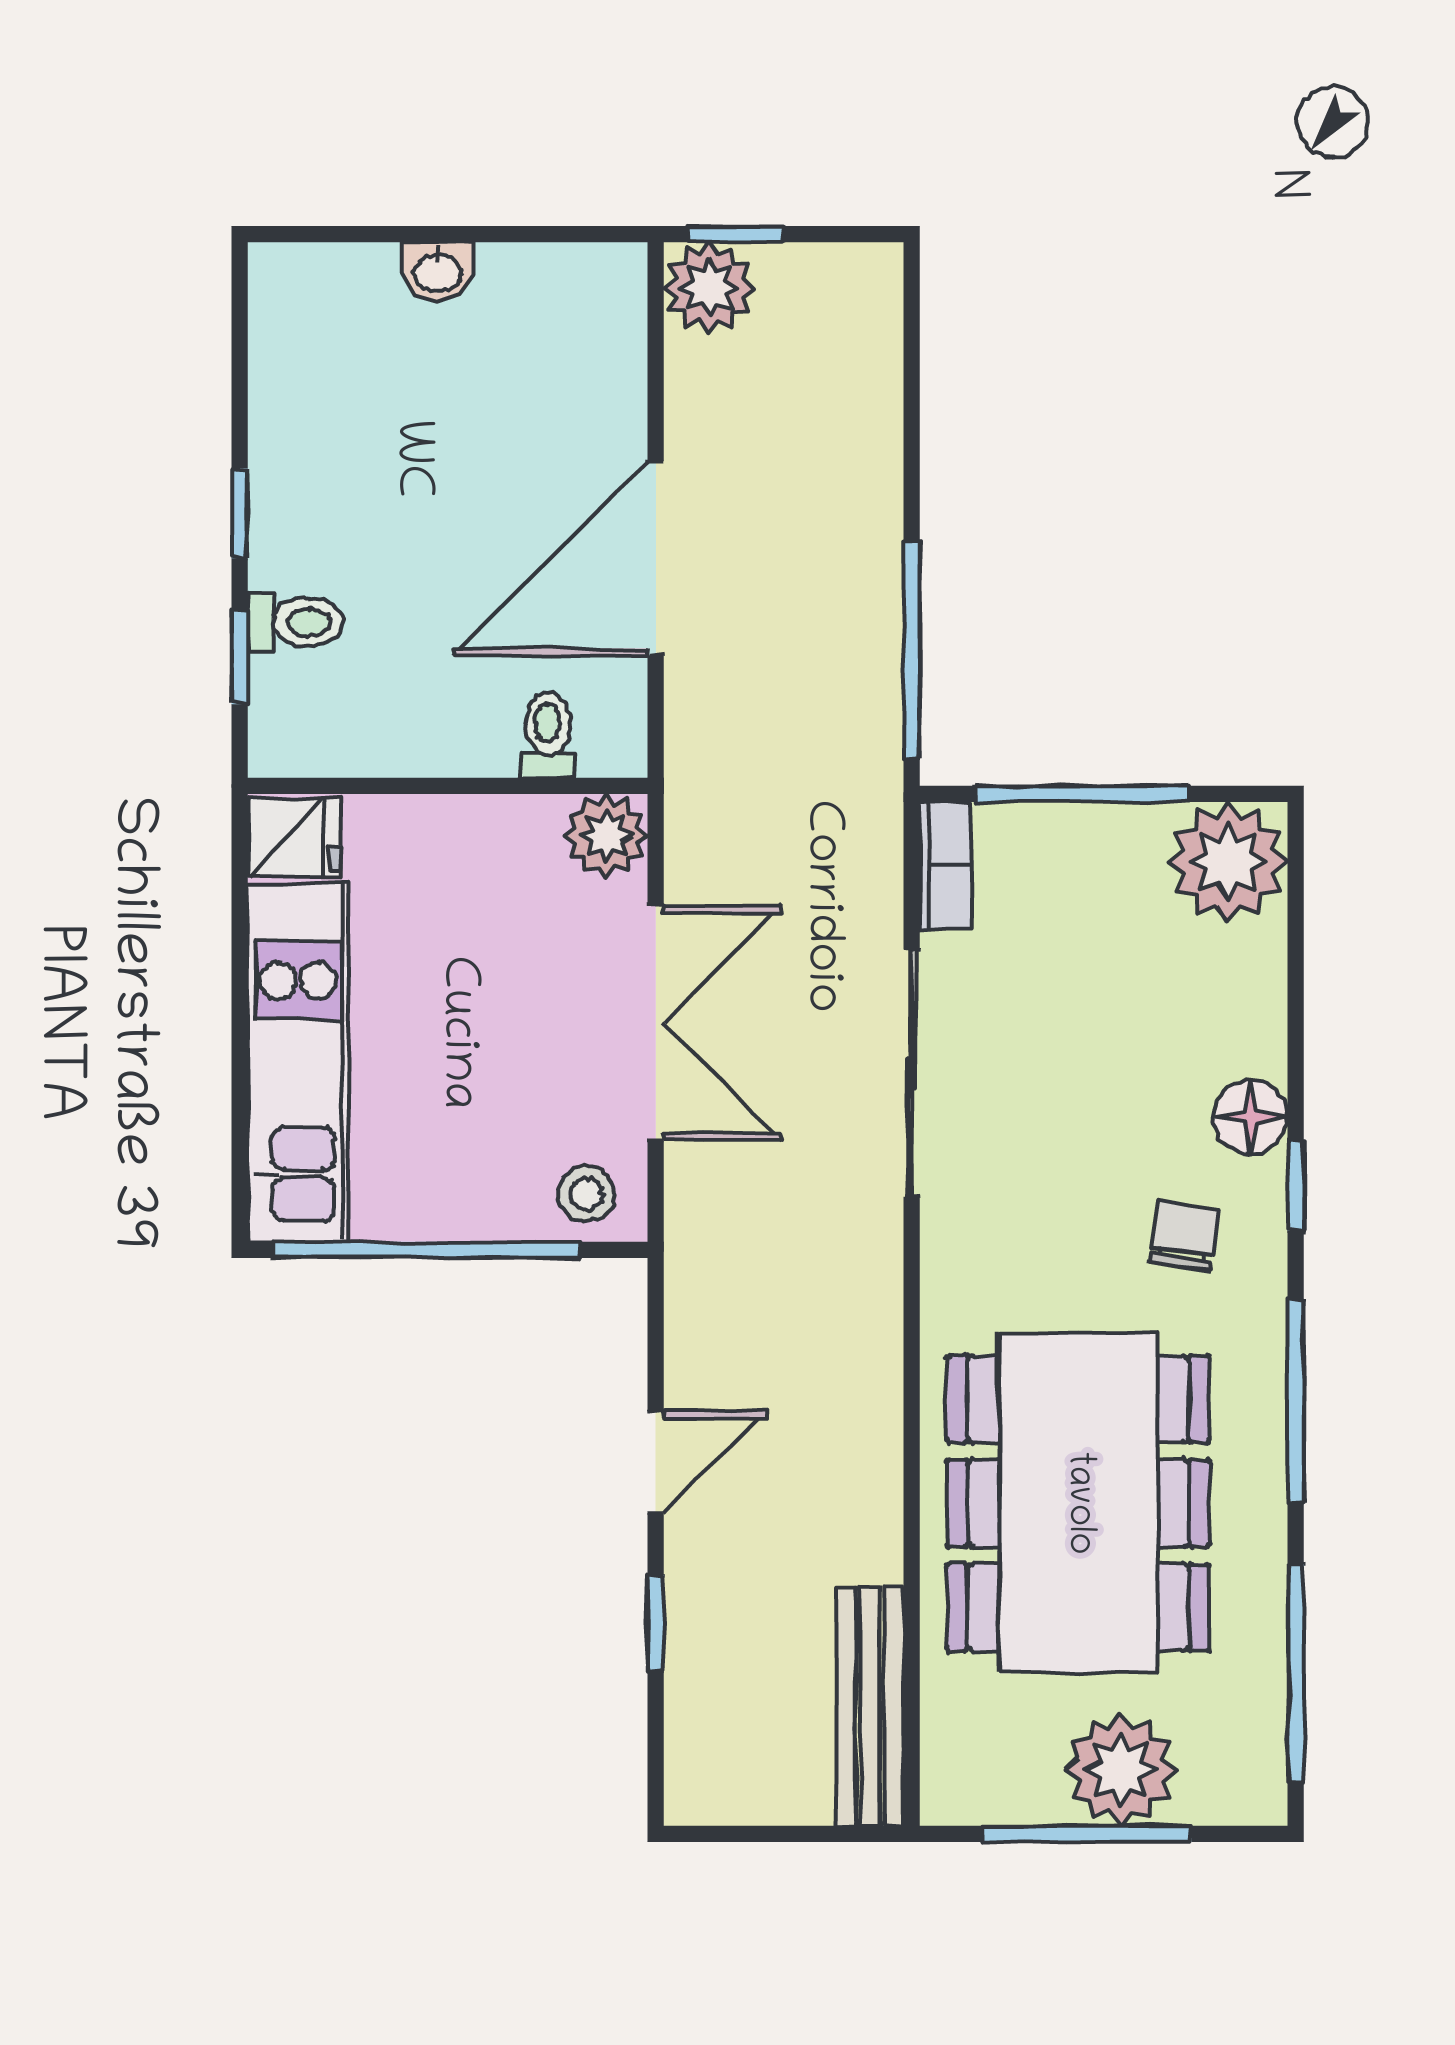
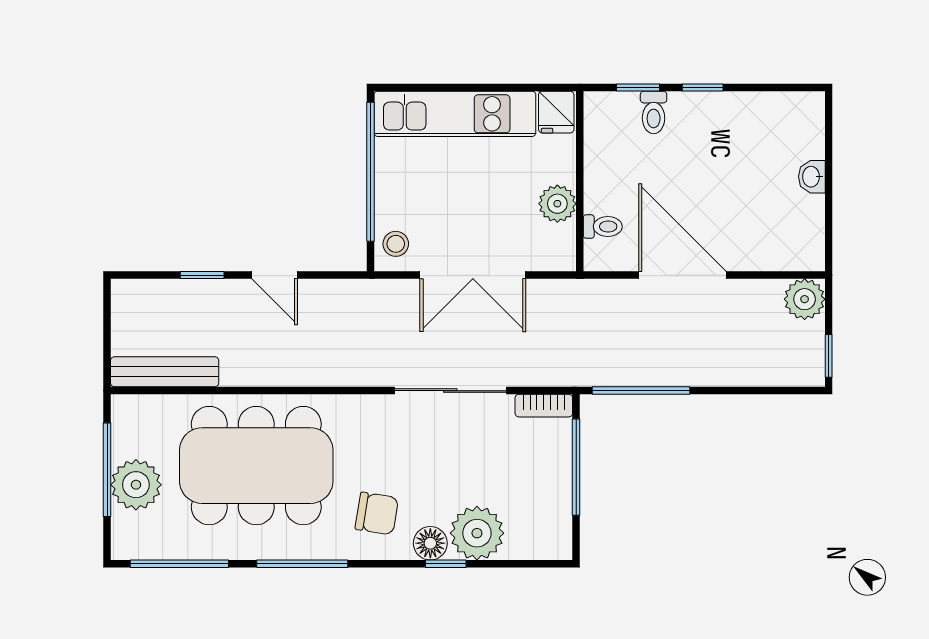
window: (735, 234) -> (829, 356), moved
plant: (606, 835) -> (557, 204), moved
plant: (1228, 862) -> (477, 533), moved
window: (1296, 1185) -> (446, 564), moved
chair: (1184, 1236) -> (377, 514), width x1.37, depth x1.37

